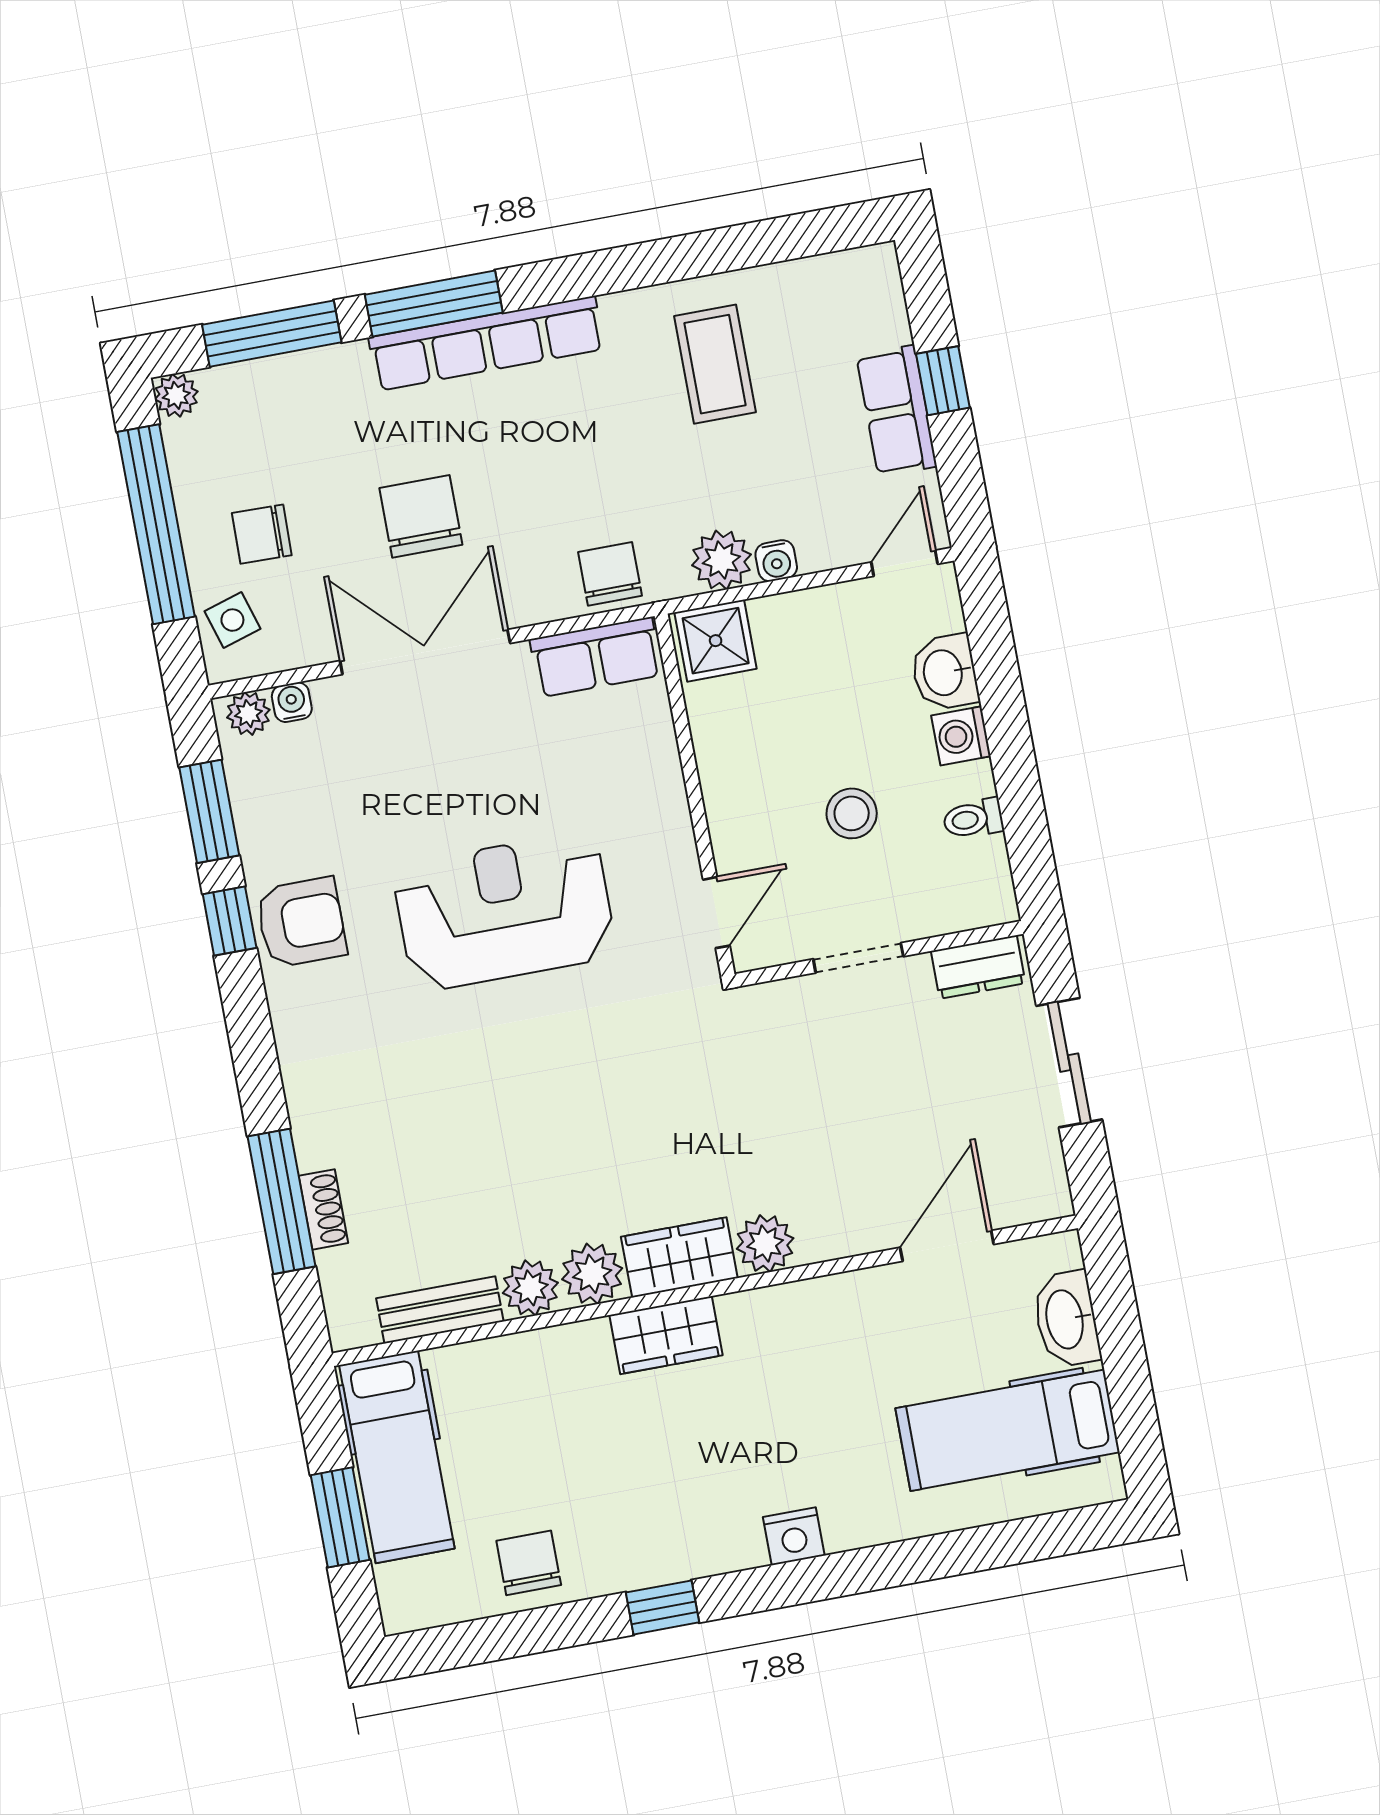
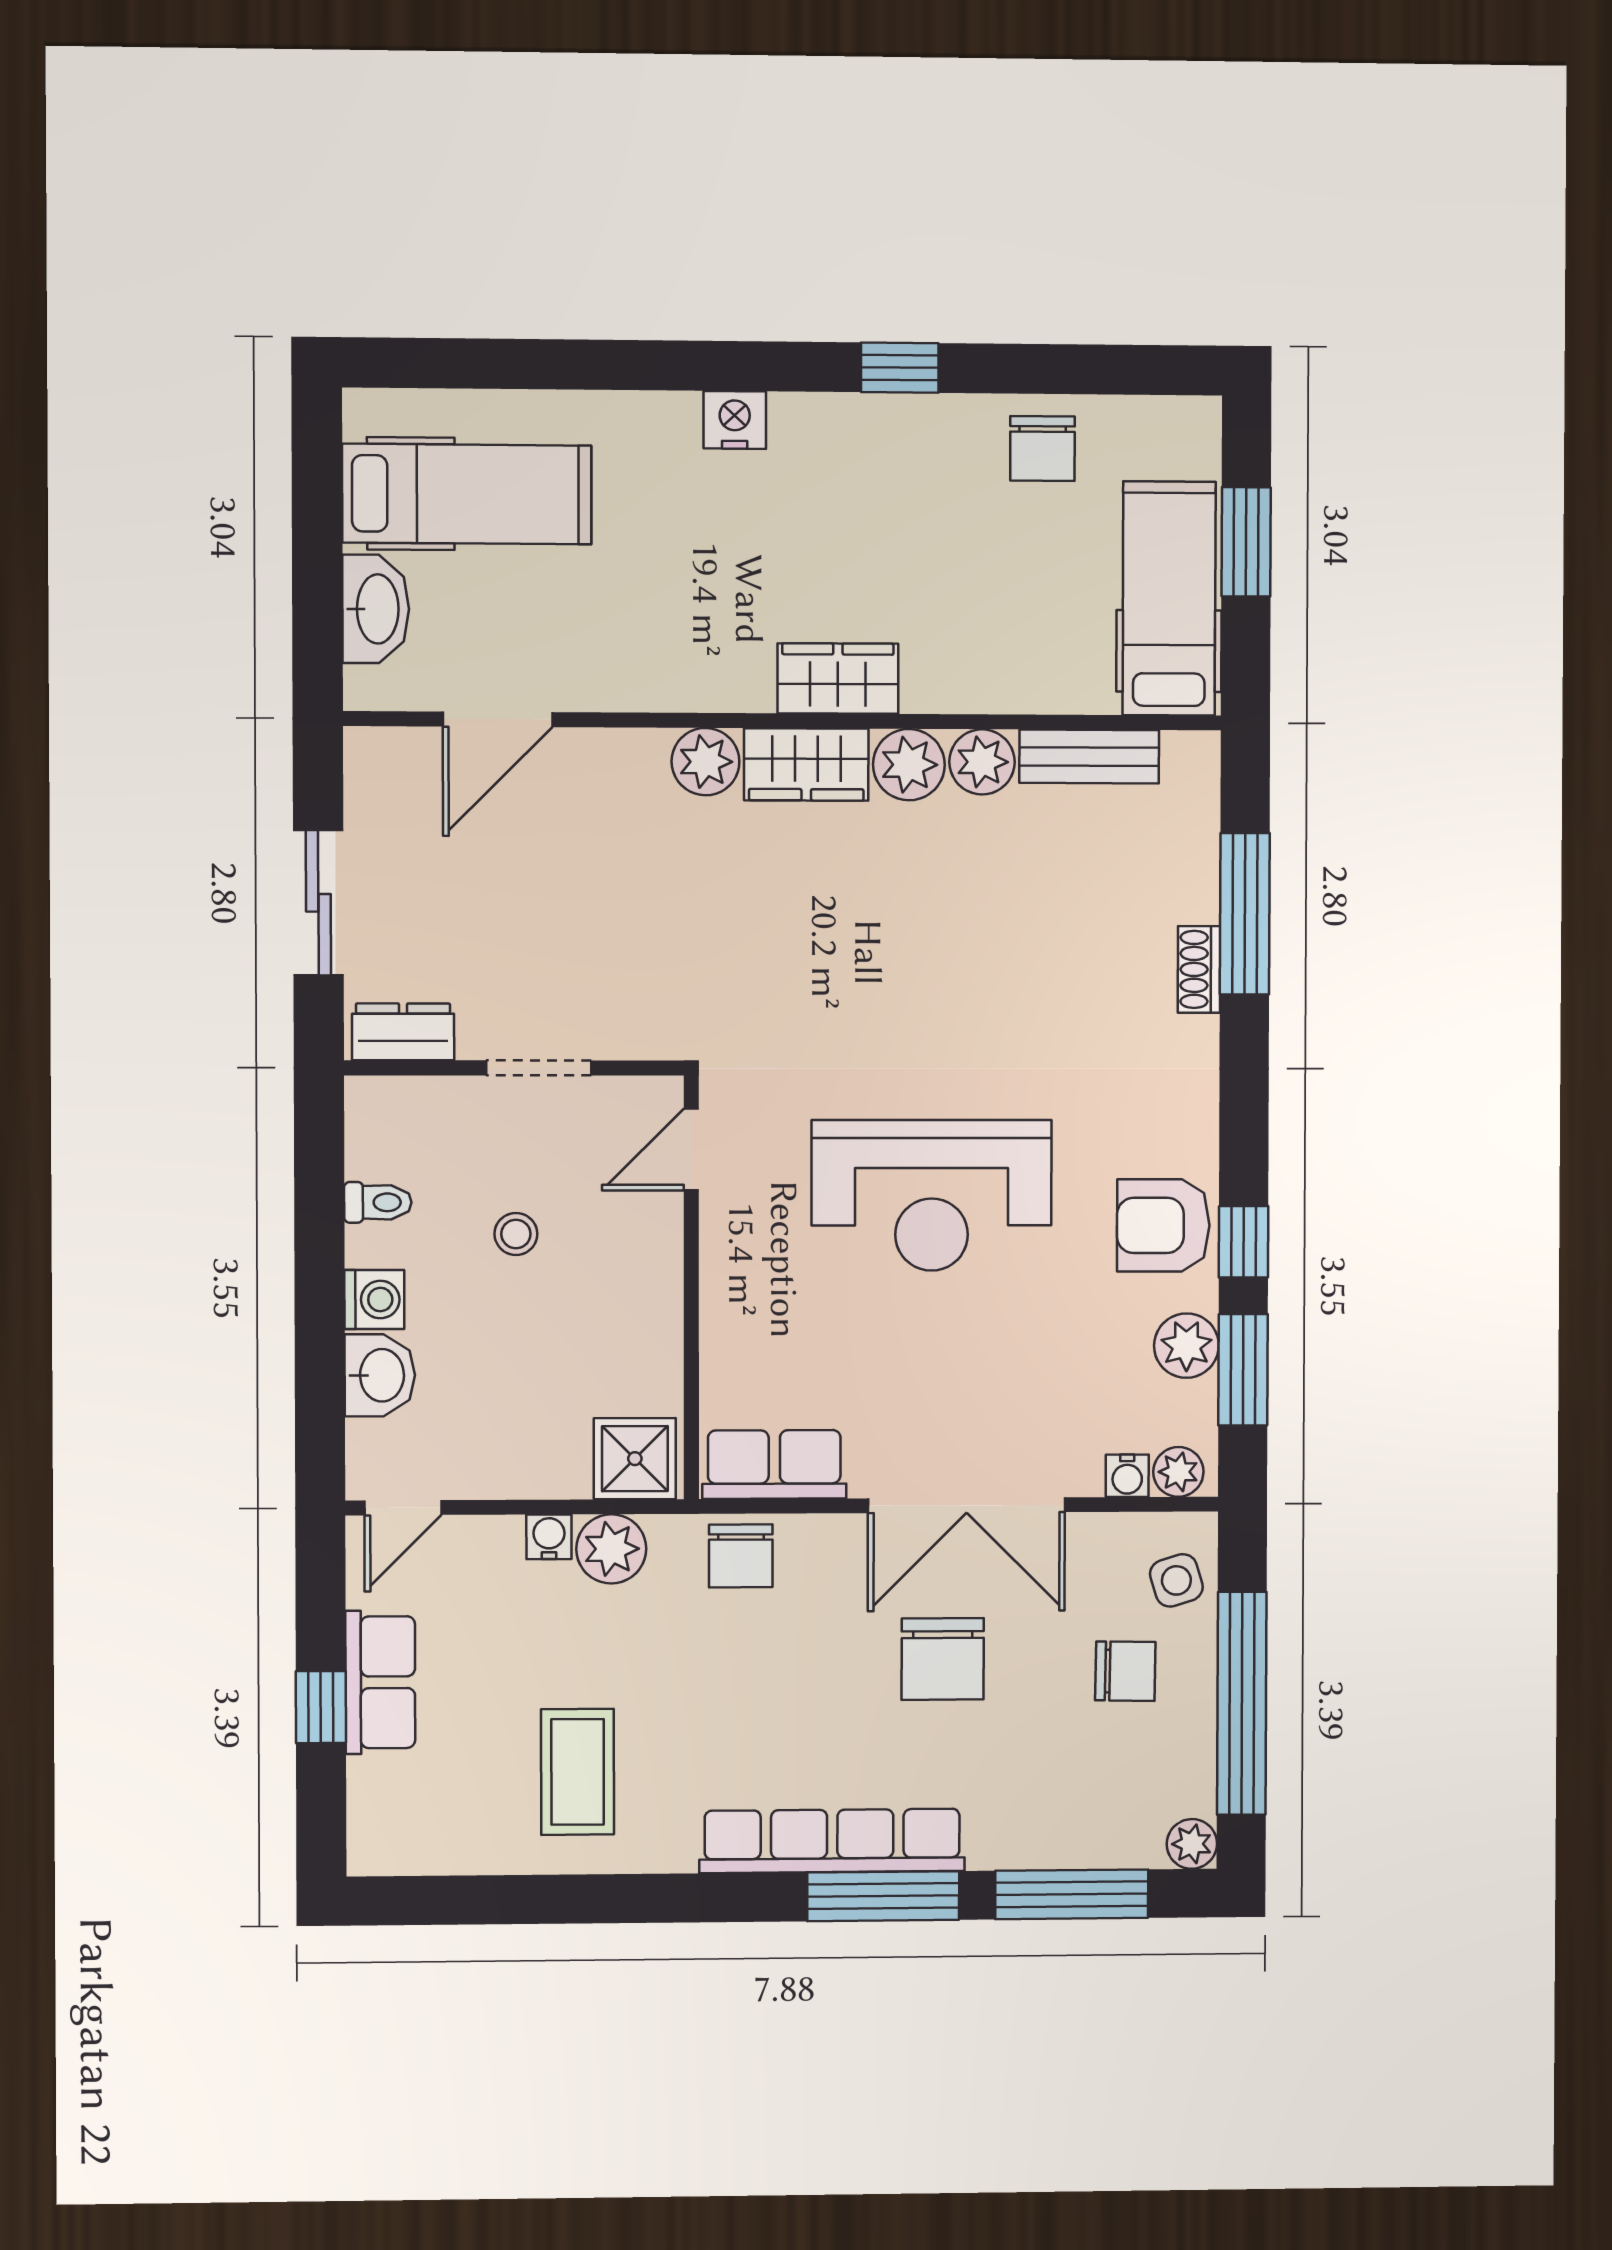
stool: (852, 813) -> (516, 1234), width x0.73, depth x0.73
plant: (262, 823) -> (1186, 1346), added
shoe rack: (323, 1209) -> (1199, 969), moved

